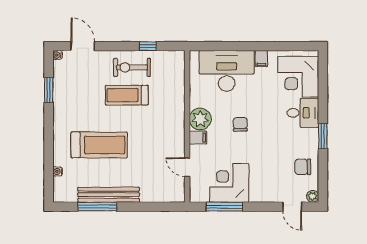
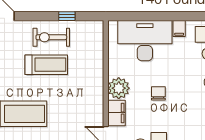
treadmill: (127, 95) -> (46, 65), turned 180
filing cabinet: (198, 138) -> (117, 113), width x2.00

